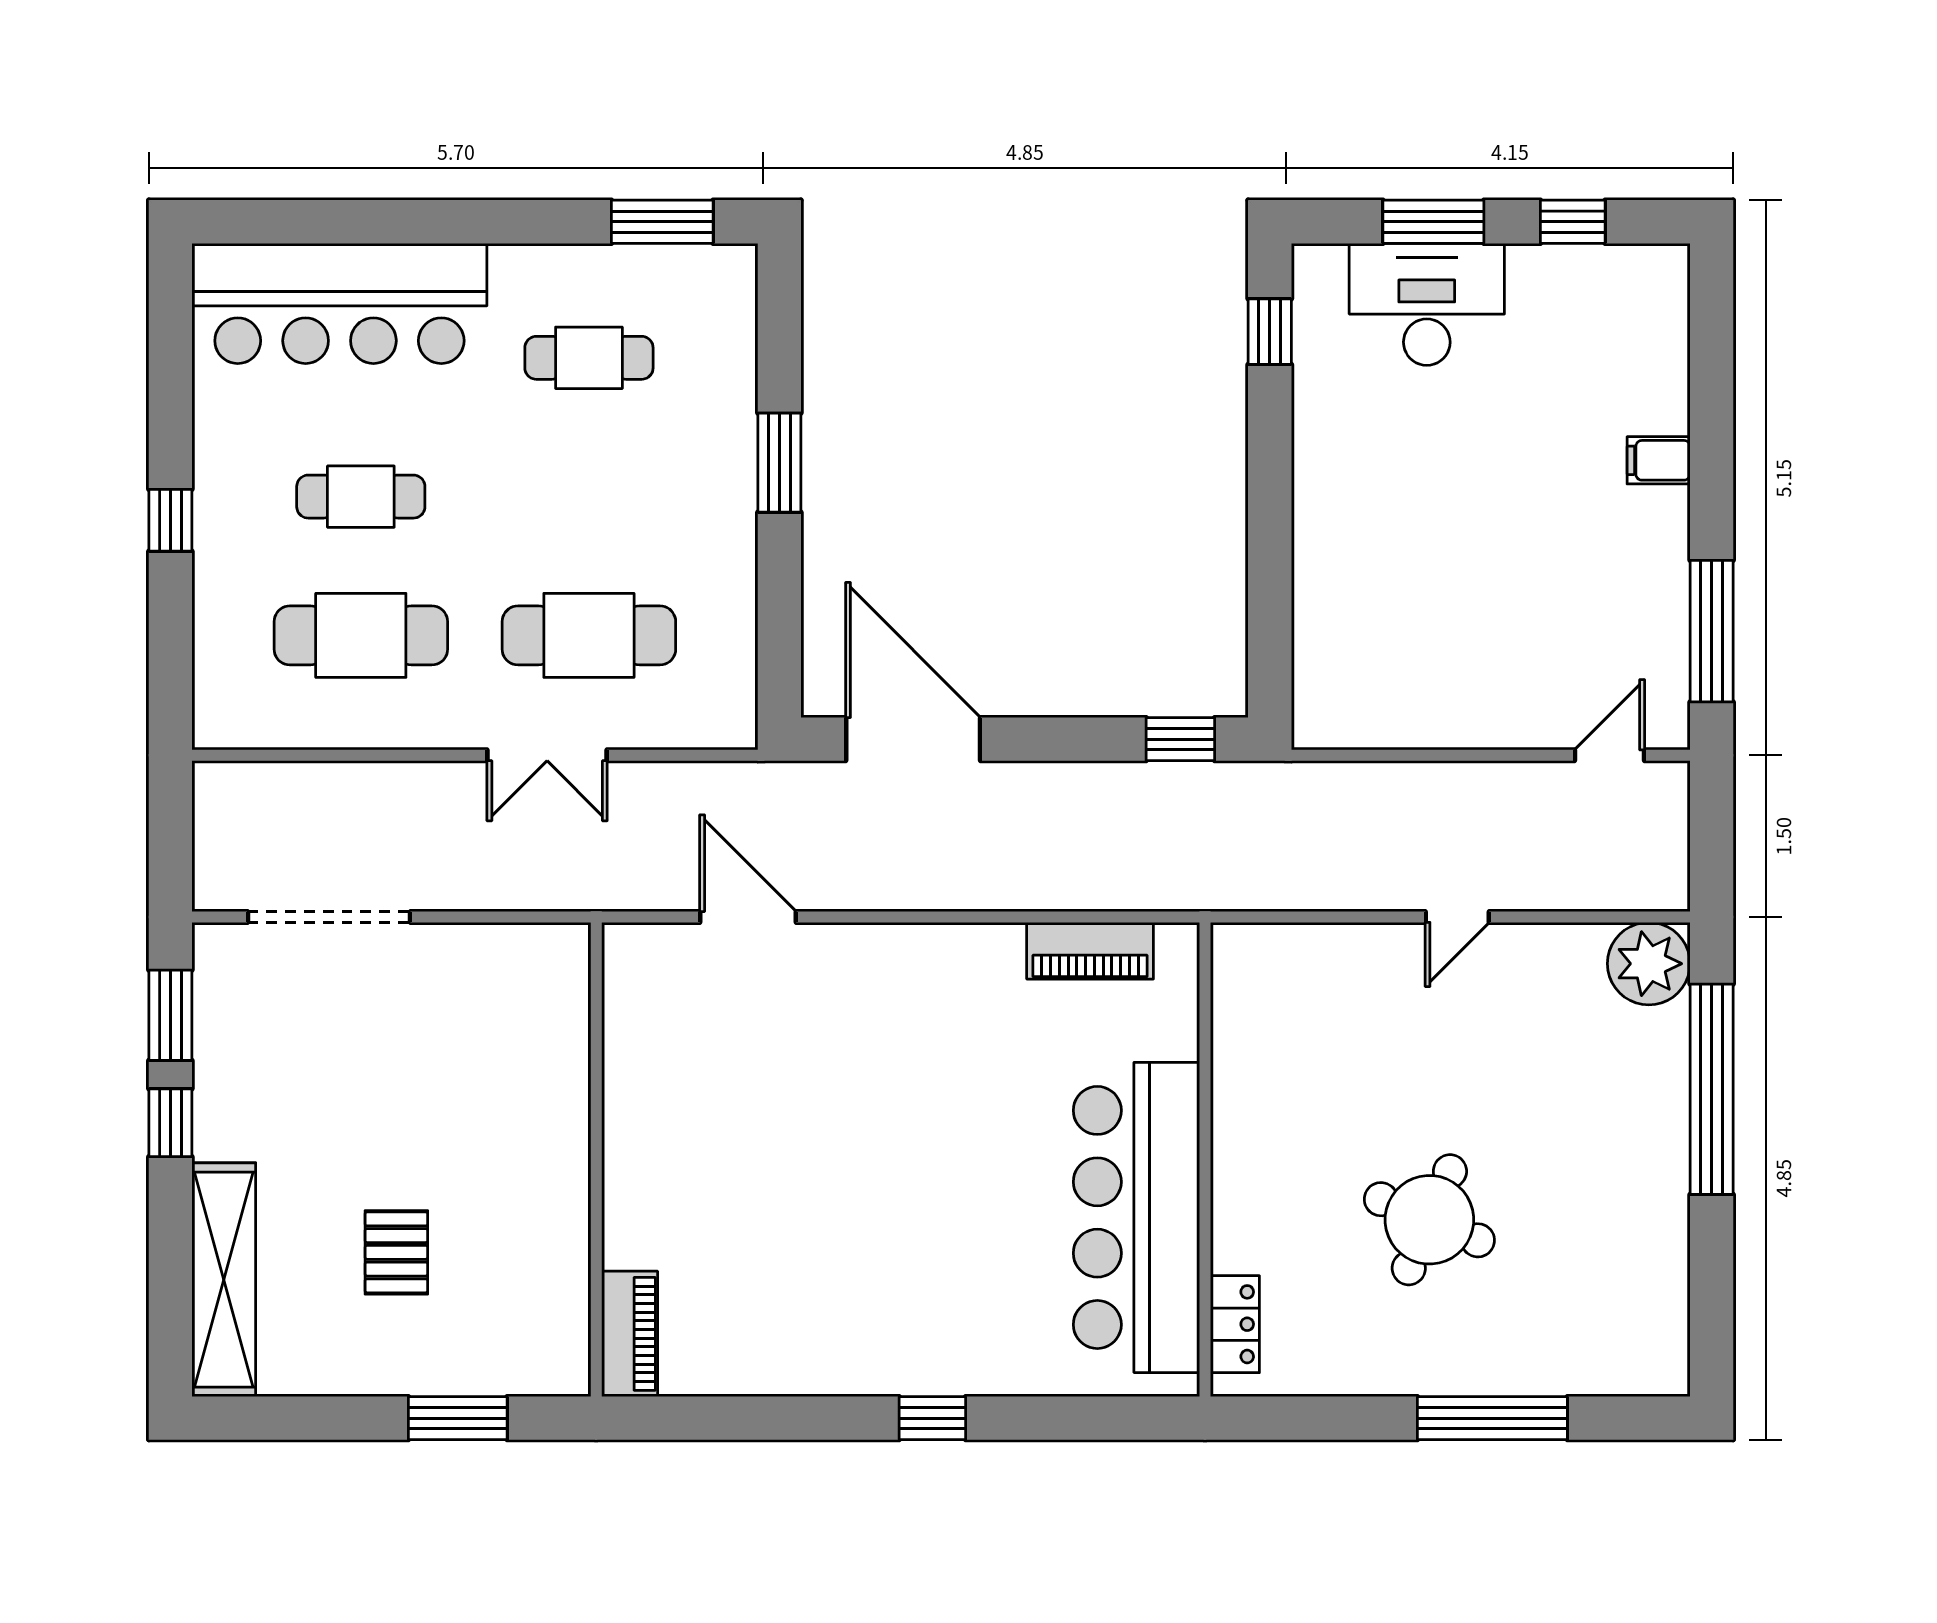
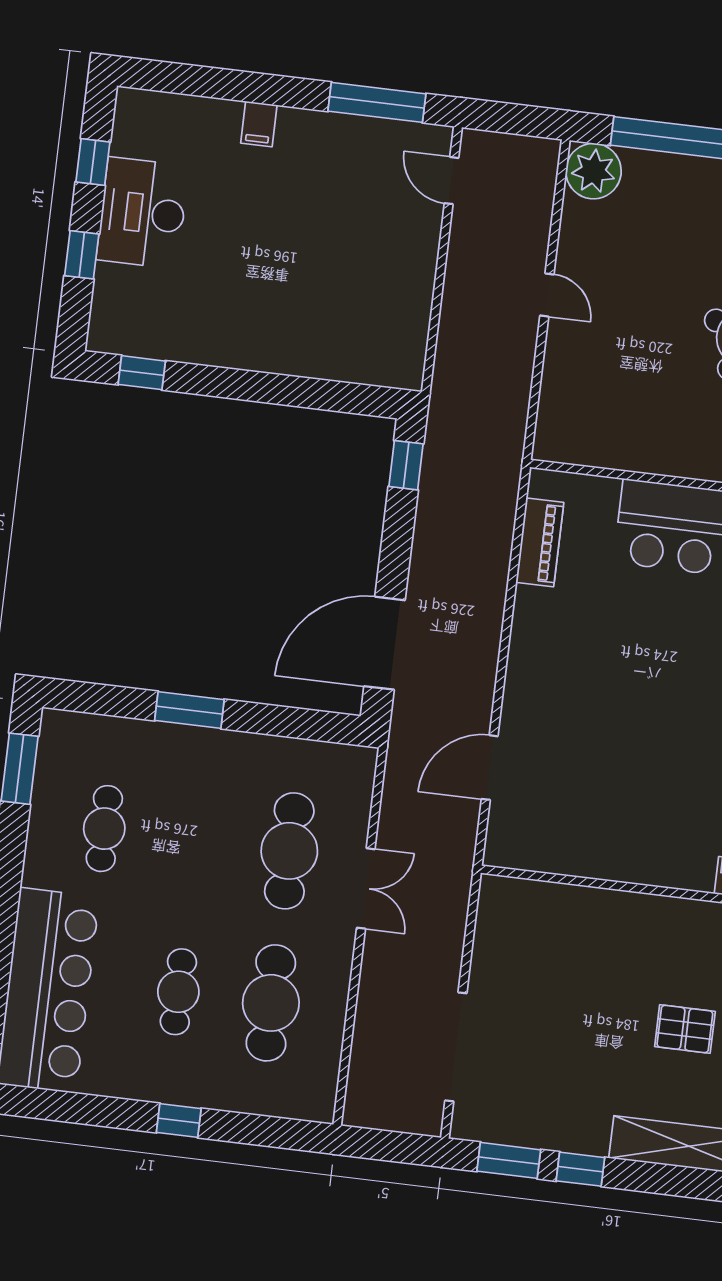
window: (1433, 222) -> (82, 255), width x0.67
desk: (1427, 304) -> (143, 213), moved

